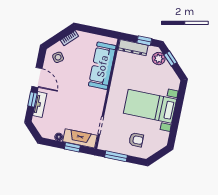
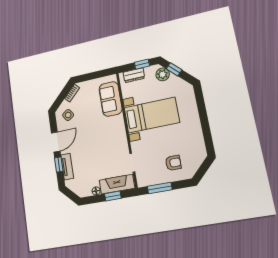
dresser: (133, 48) -> (134, 75), width x0.70
sofa: (102, 66) -> (111, 99), width x0.73
door: (37, 77) -> (56, 142), hinge flipped
bed with nightstands: (150, 106) -> (152, 115), moved, turned 180

